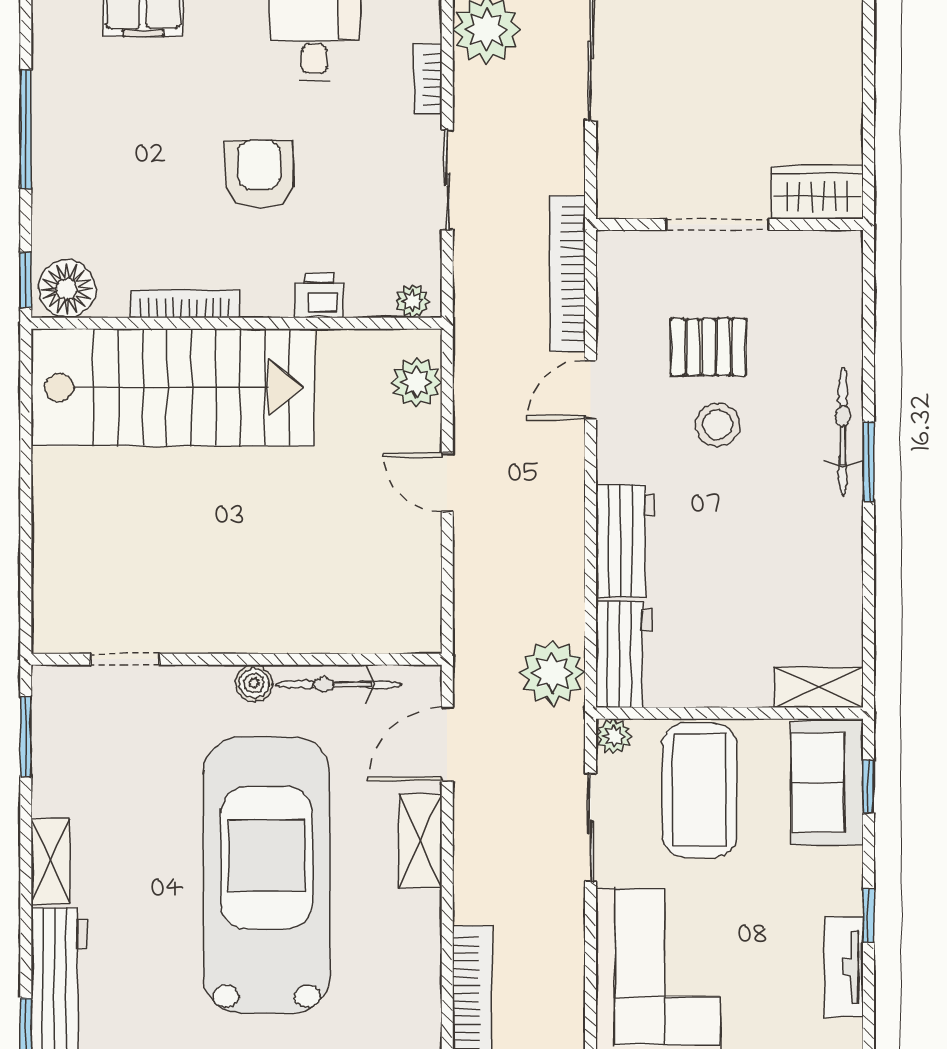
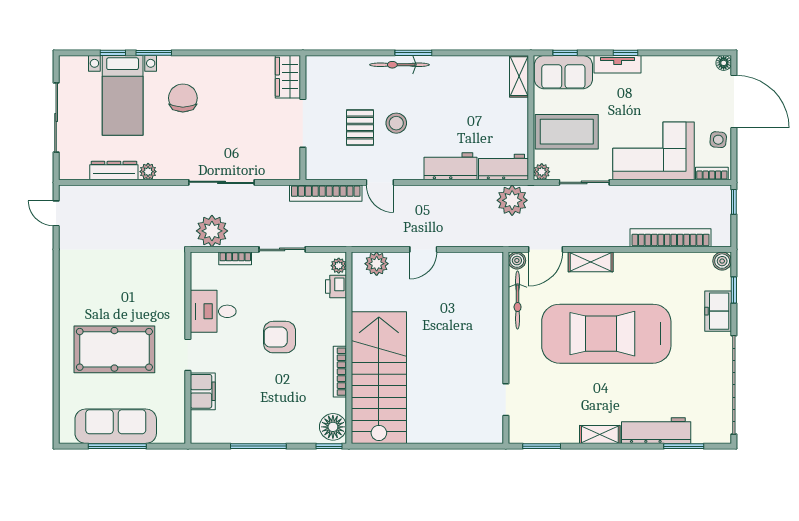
printer: (319, 296) -> (336, 286), moved
boiler: (254, 683) -> (517, 261), moved
door: (447, 744) -> (545, 249), hinge flipped
tv unit: (844, 967) -> (618, 64), moved

